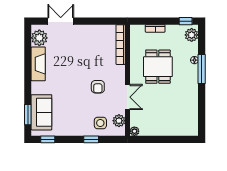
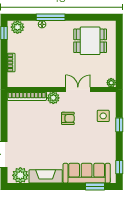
dining table: (158, 67) -> (90, 41), moved
sofa: (41, 112) -> (87, 173), width x1.36
plant: (119, 121) -> (53, 98), moved

